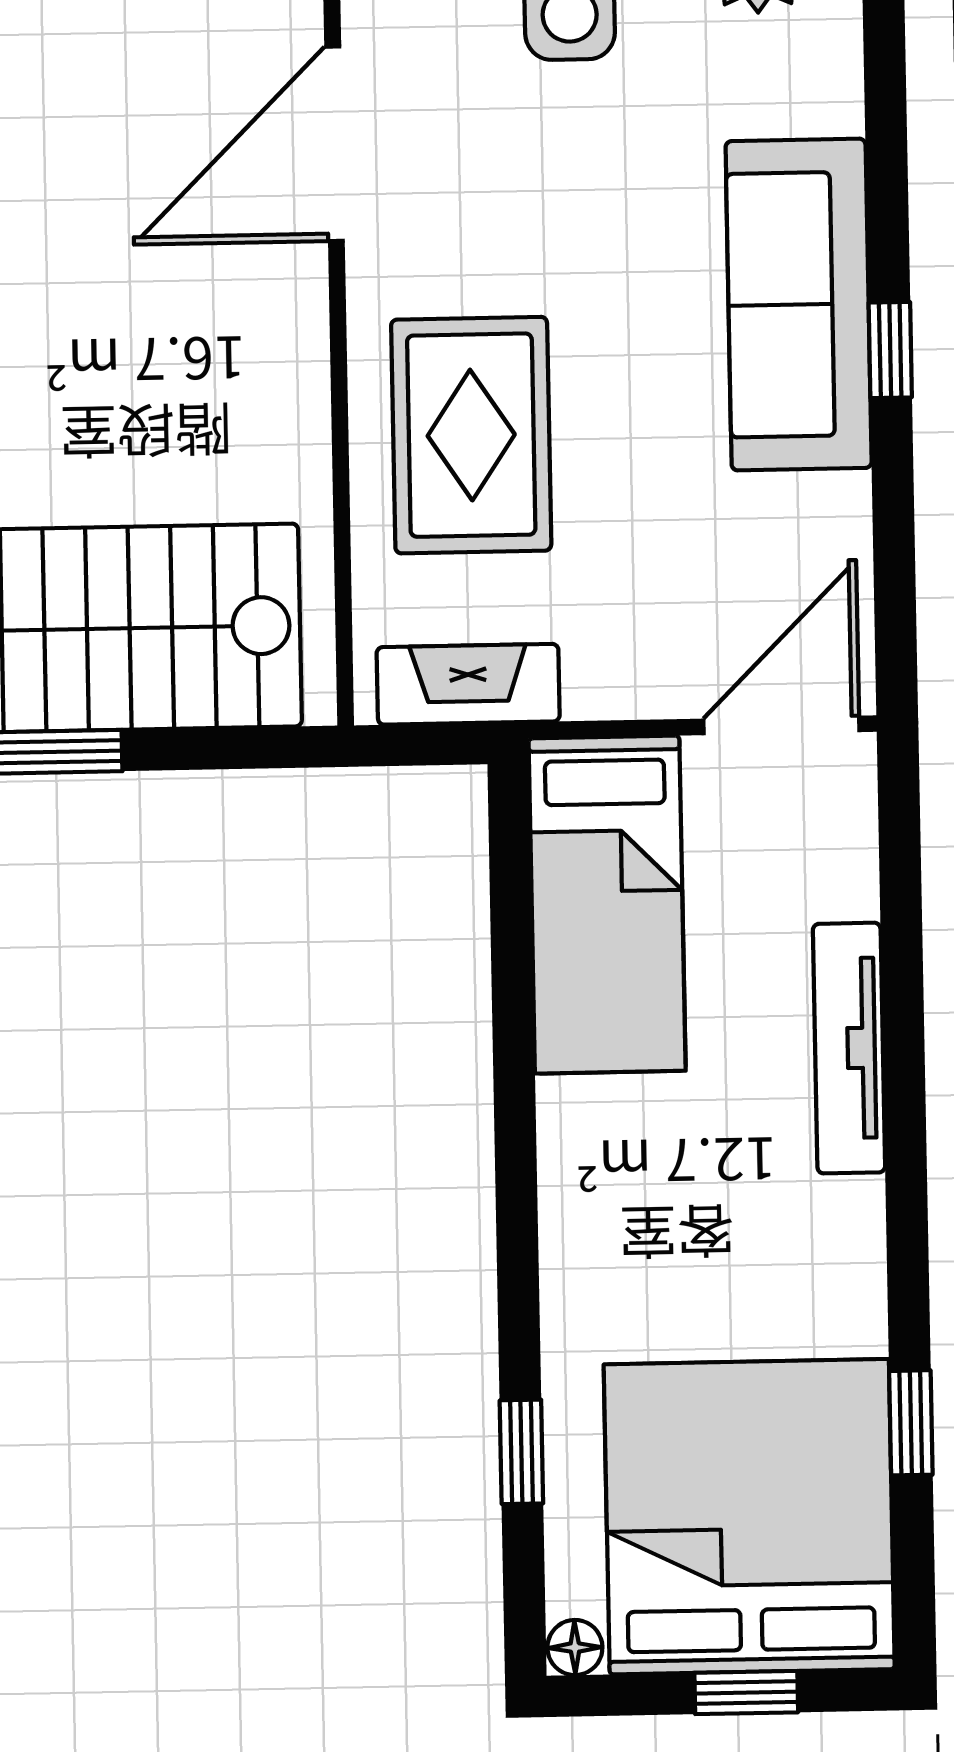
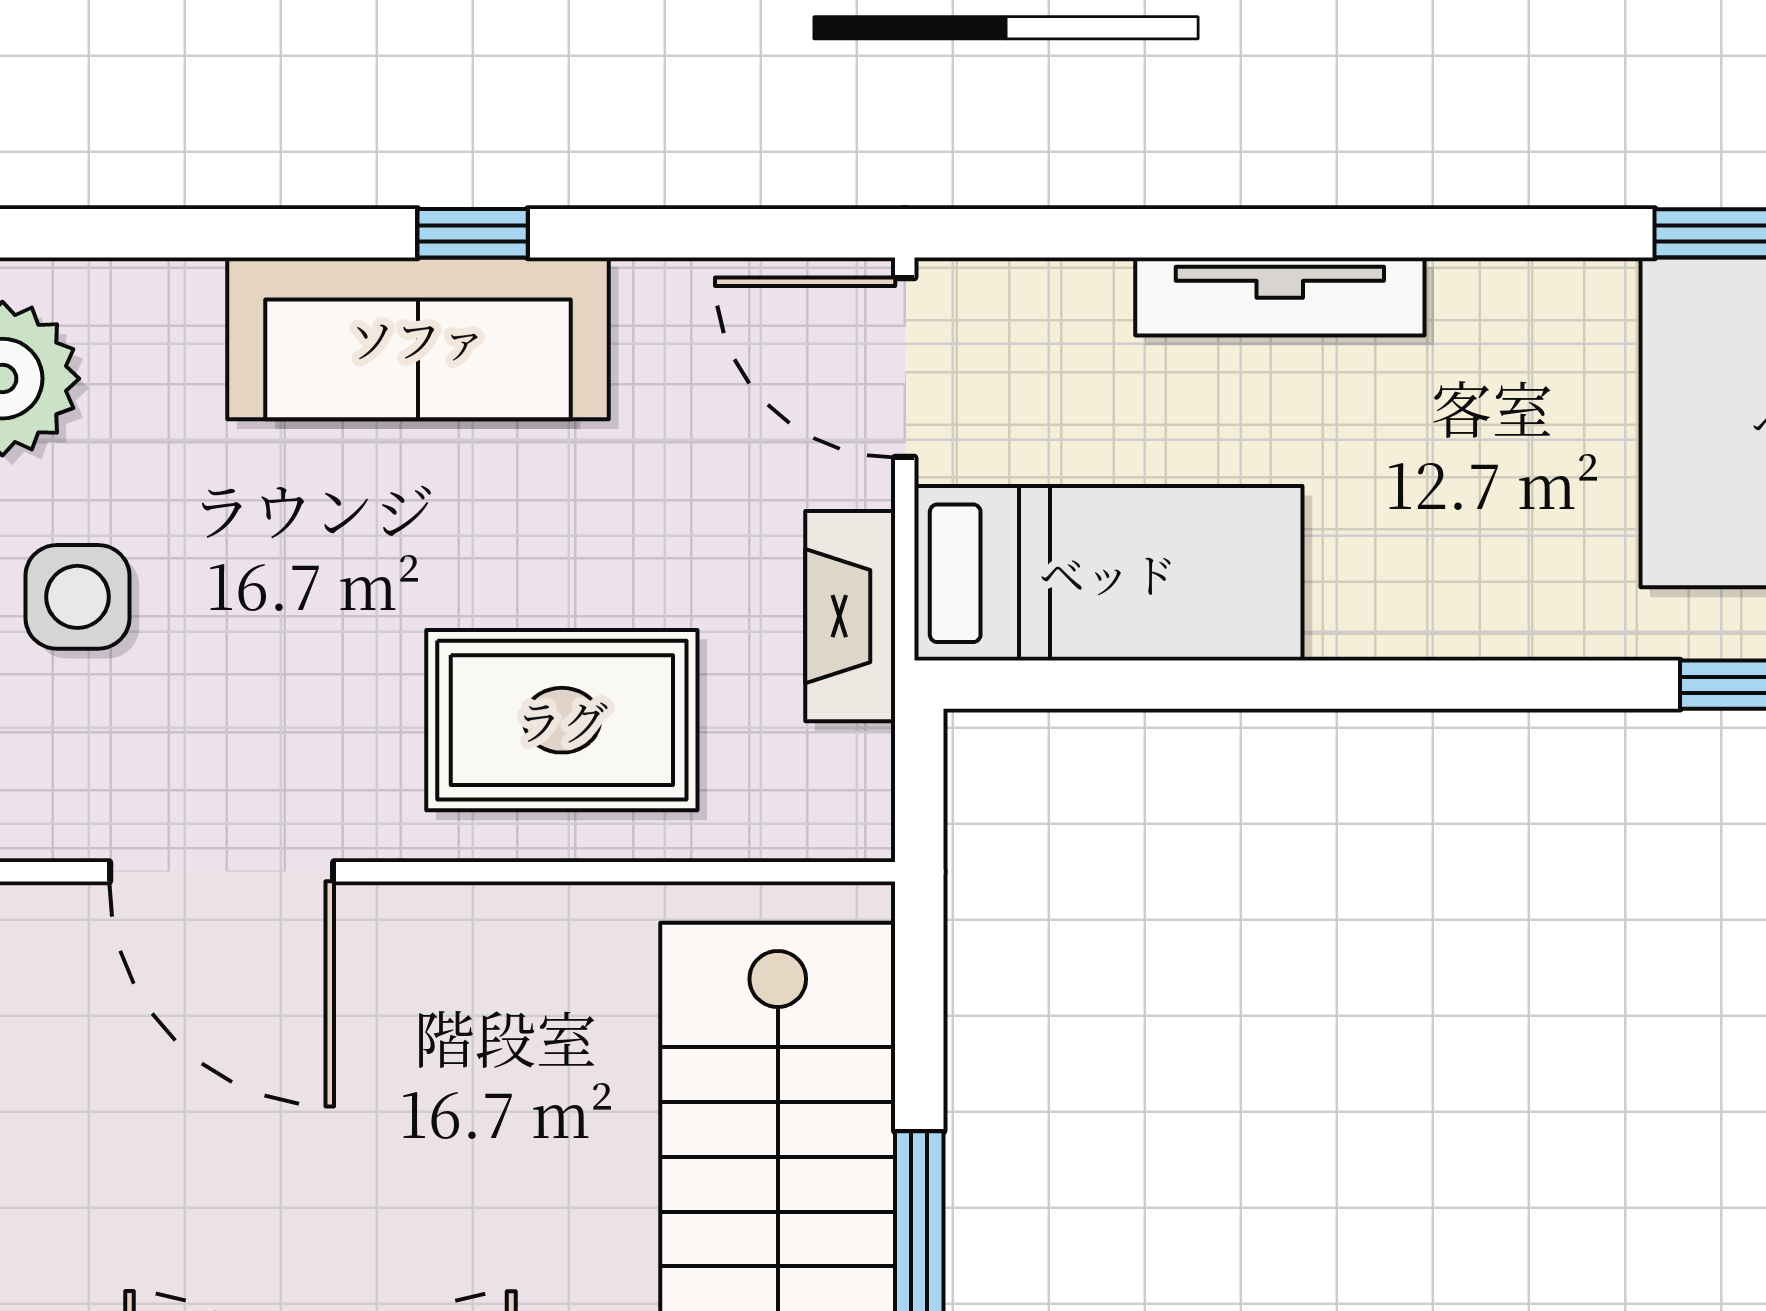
fireplace: (468, 684) -> (850, 616), moved

